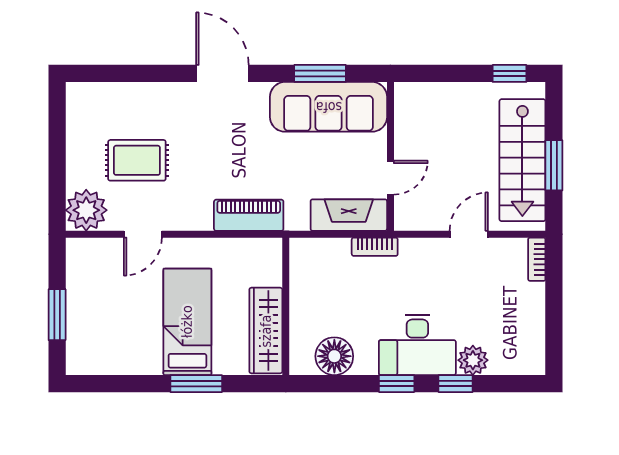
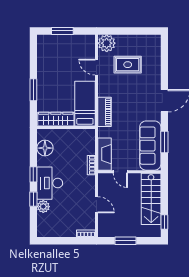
rug: (137, 160) -> (128, 65), turned 90
stairs: (522, 160) -> (151, 199), moved, turned -90
bed: (187, 322) -> (85, 104), moved, turned -90

